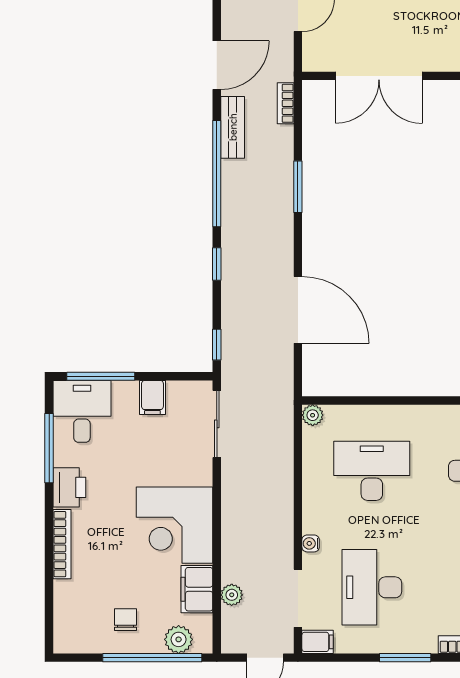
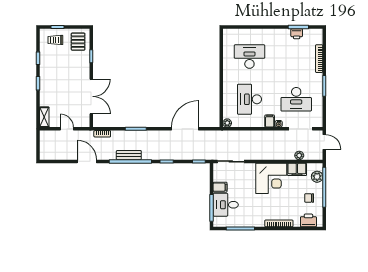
bench: (233, 127) -> (129, 155), moved
desk: (82, 411) -> (226, 205), moved
printer: (69, 487) -> (308, 220), moved
filing cabinet: (318, 642) -> (270, 121), moved

